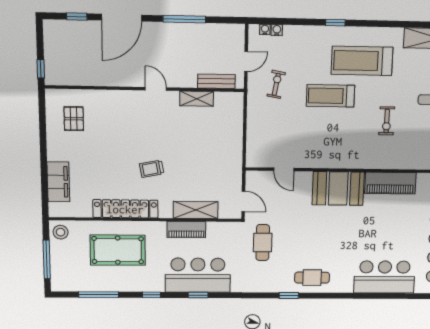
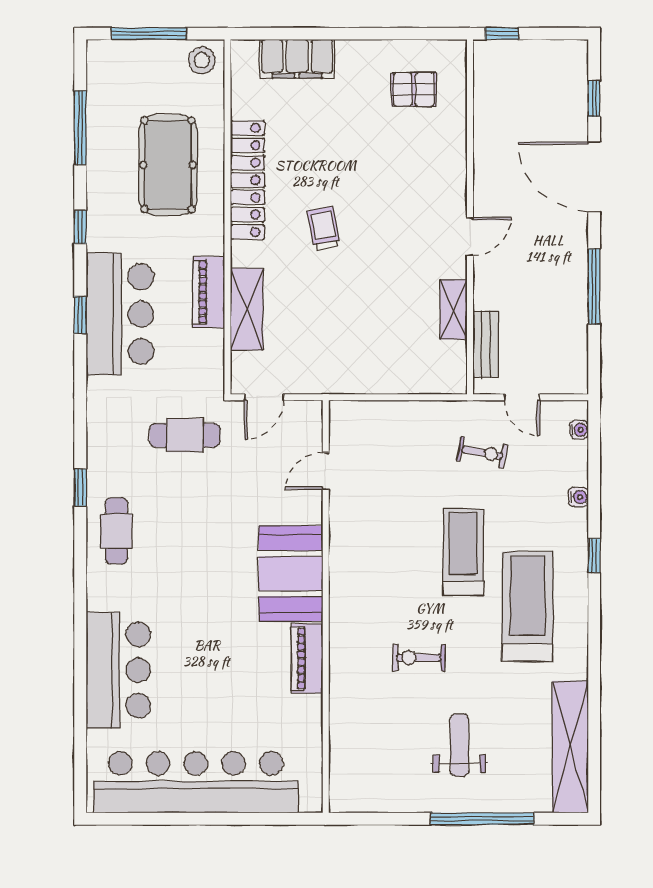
water cooler: (277, 30) -> (579, 497), moved
piano: (390, 183) -> (307, 658), width x0.73, depth x0.75

